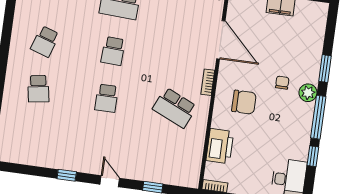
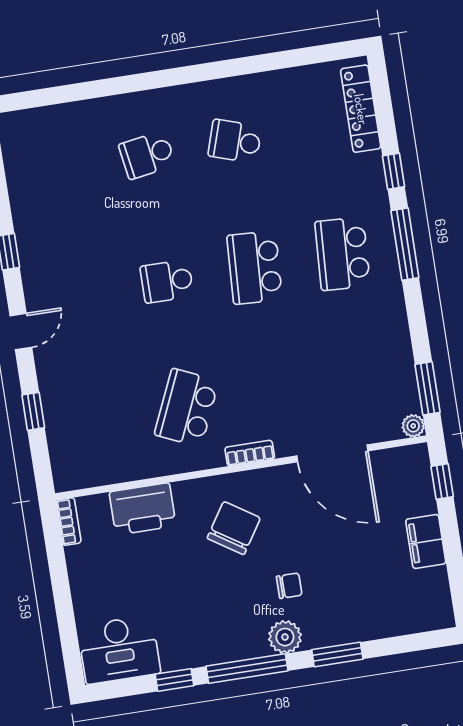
door: (221, 40) -> (332, 453), hinge flipped
school desk: (113, 51) -> (255, 268), width x1.85
chair: (244, 102) -> (234, 528), turned -147

